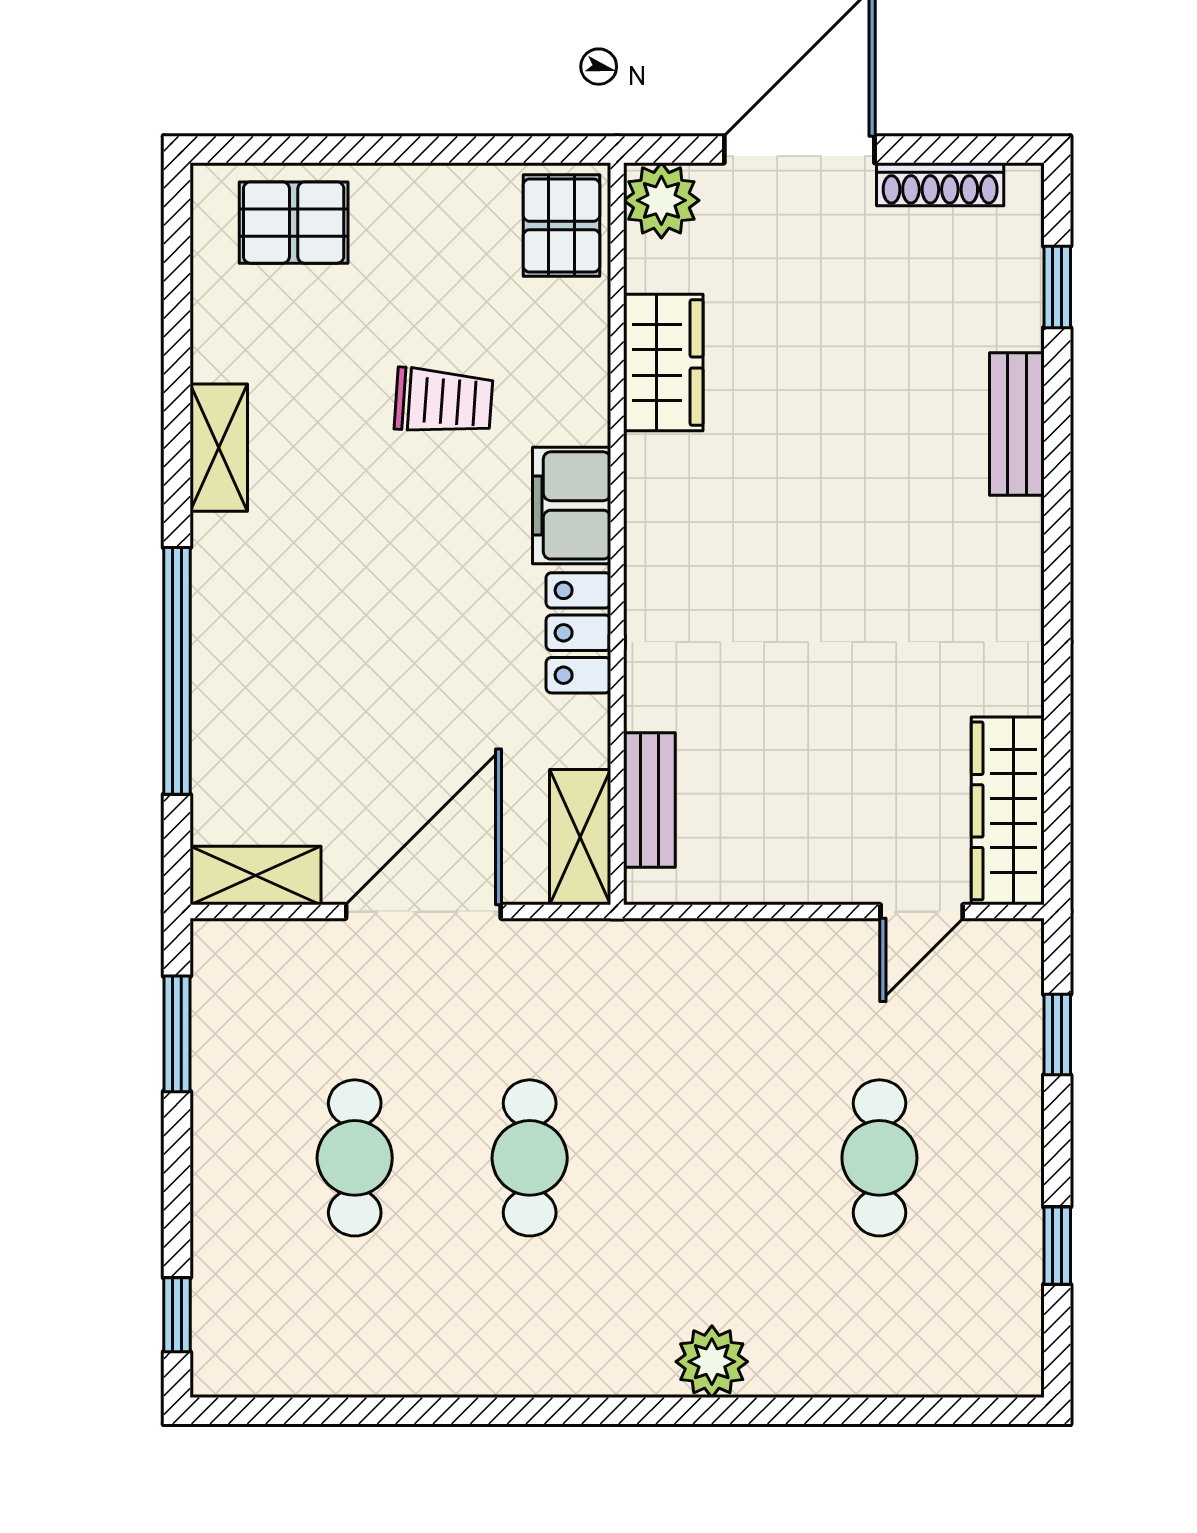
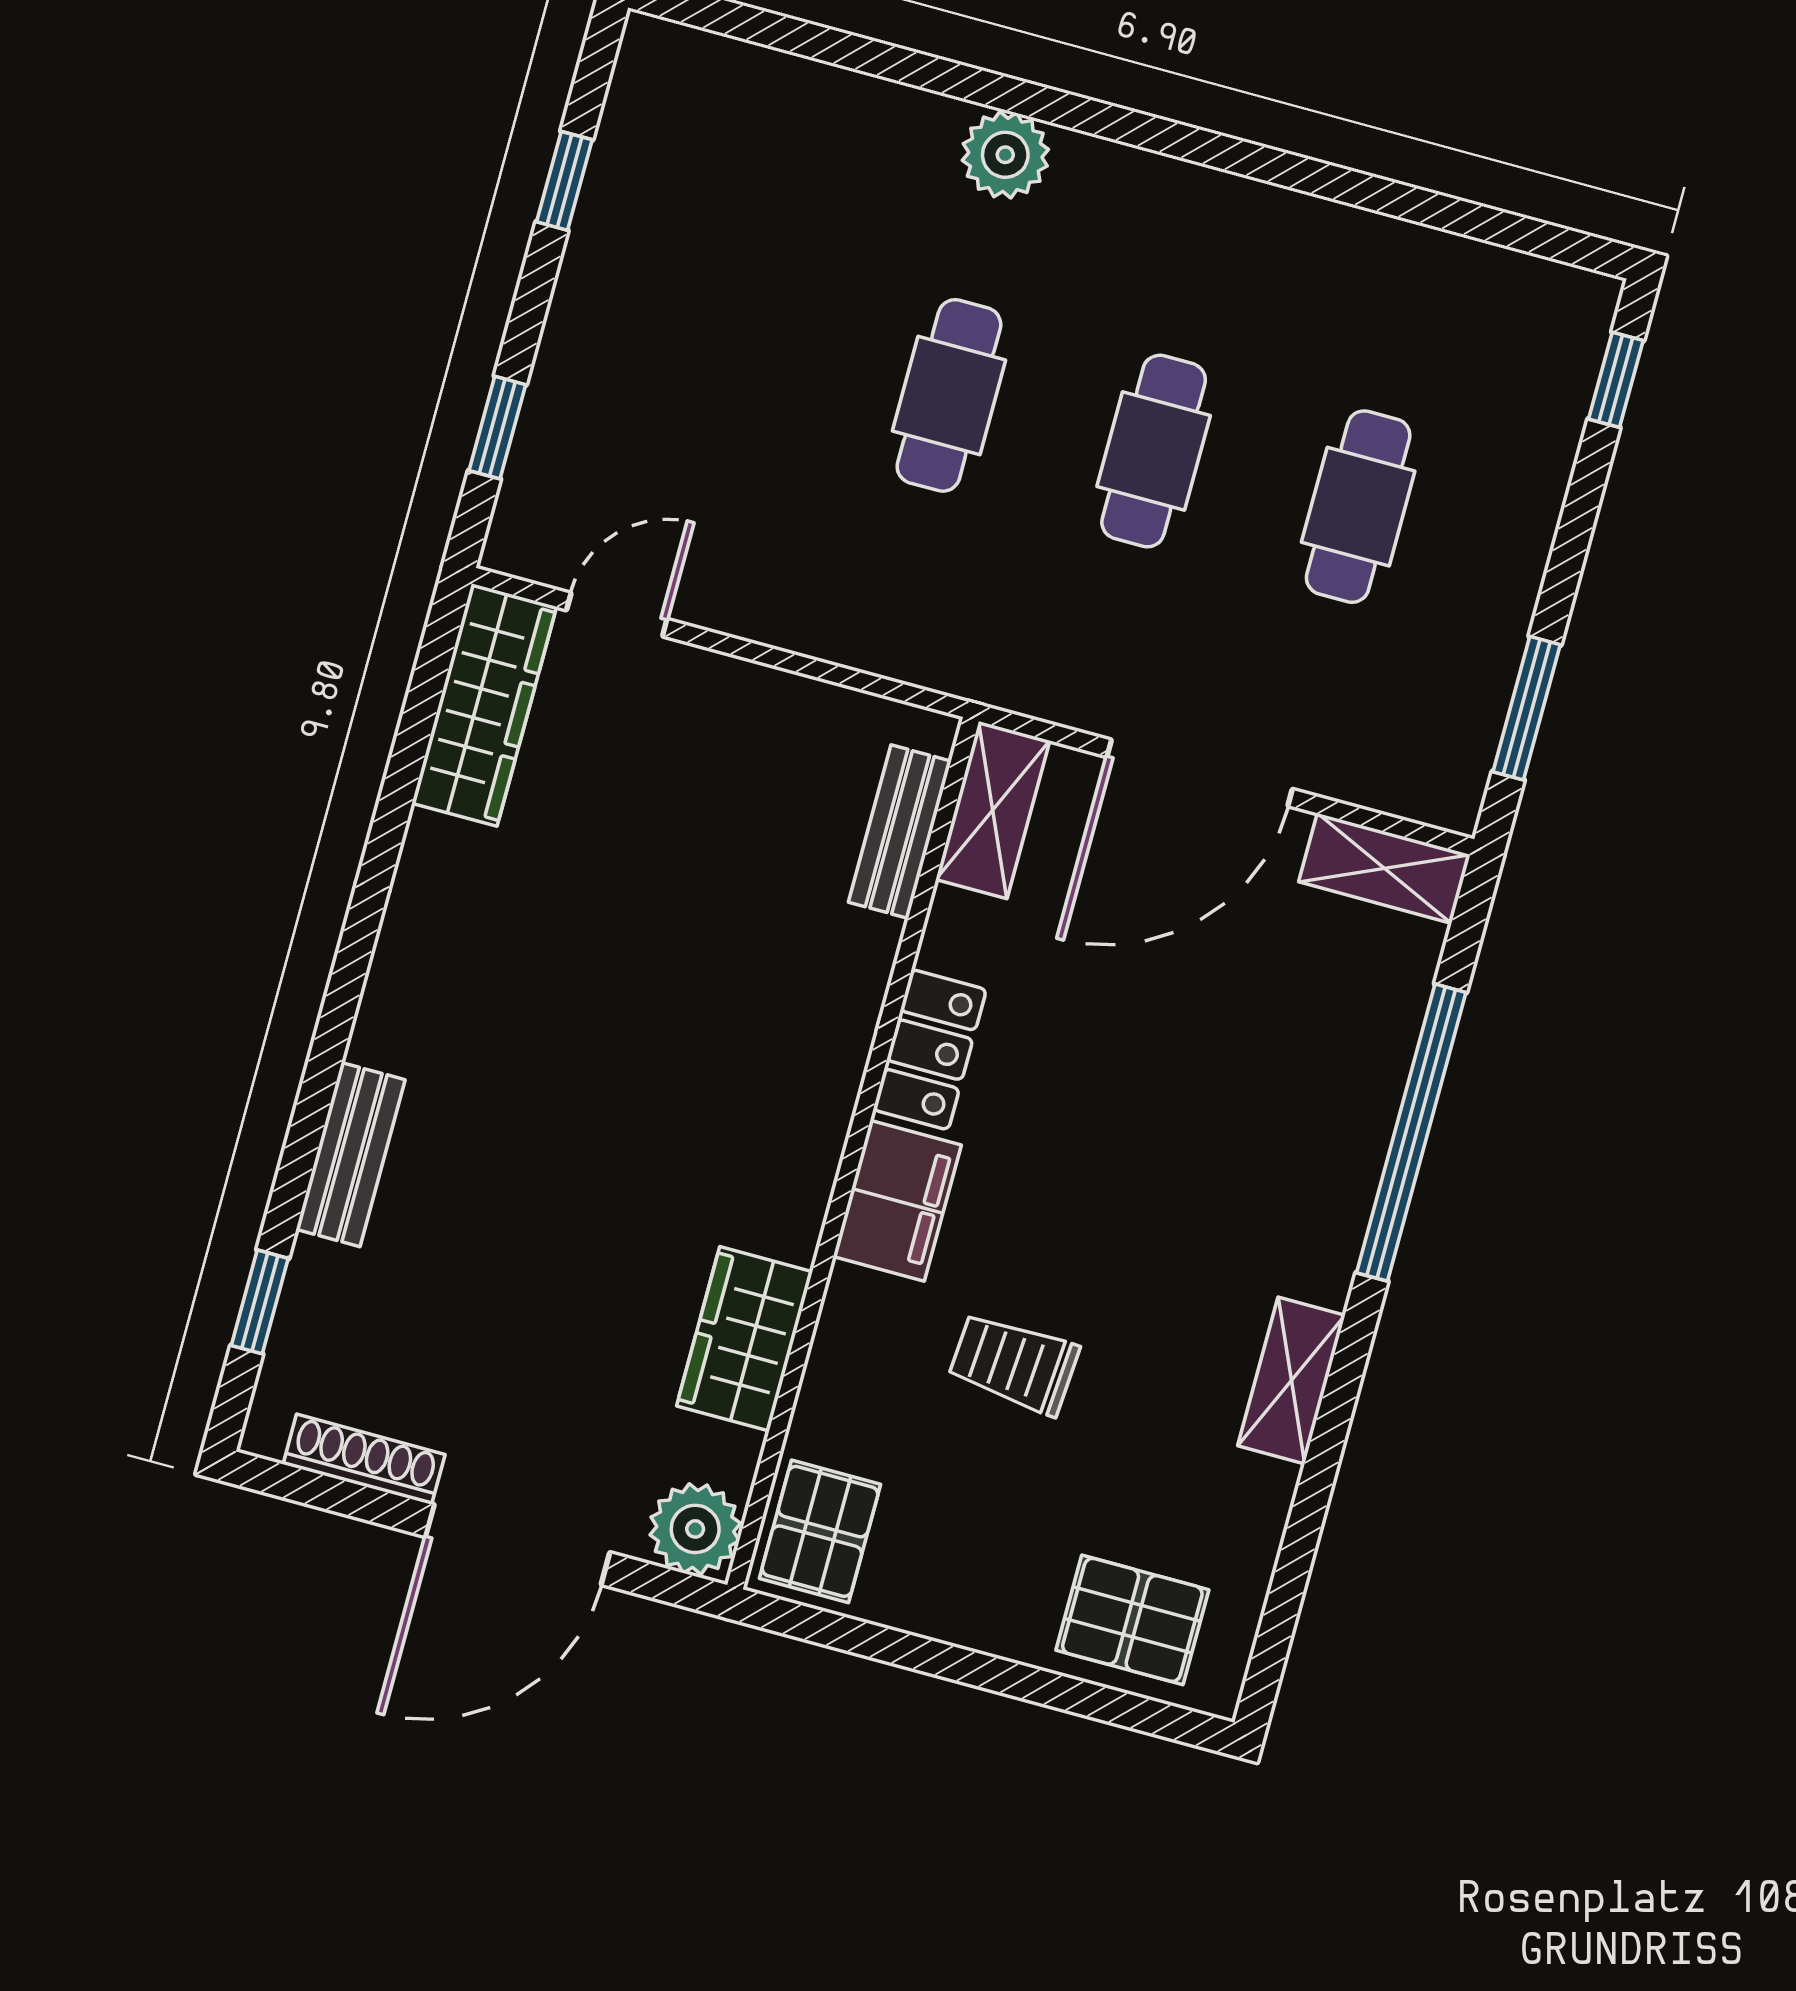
cafe table: (879, 1158) -> (949, 395), moved

